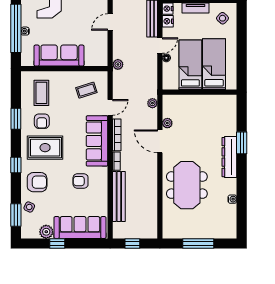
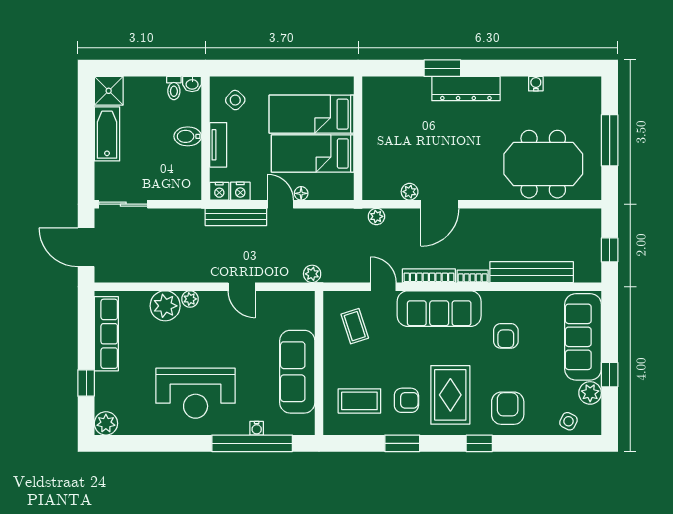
meeting table: (187, 185) -> (543, 164), moved
side table: (29, 207) -> (568, 421), moved
window: (16, 215) -> (562, 443), removed

